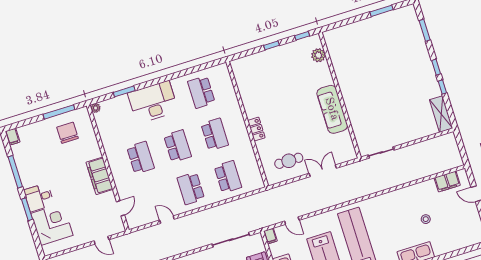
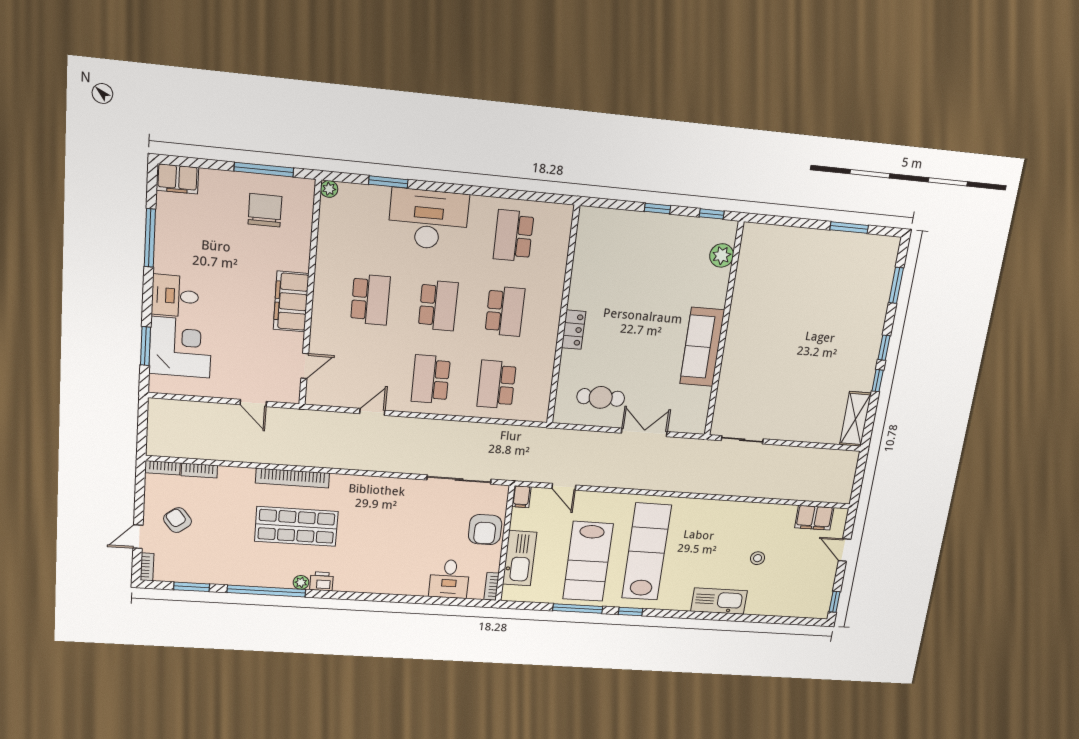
filing cabinet: (13, 137) -> (177, 179), width x2.00
school desk: (228, 177) -> (497, 385), turned 180
window: (27, 209) -> (146, 346), moved
door: (167, 220) -> (372, 412), hinge flipped

